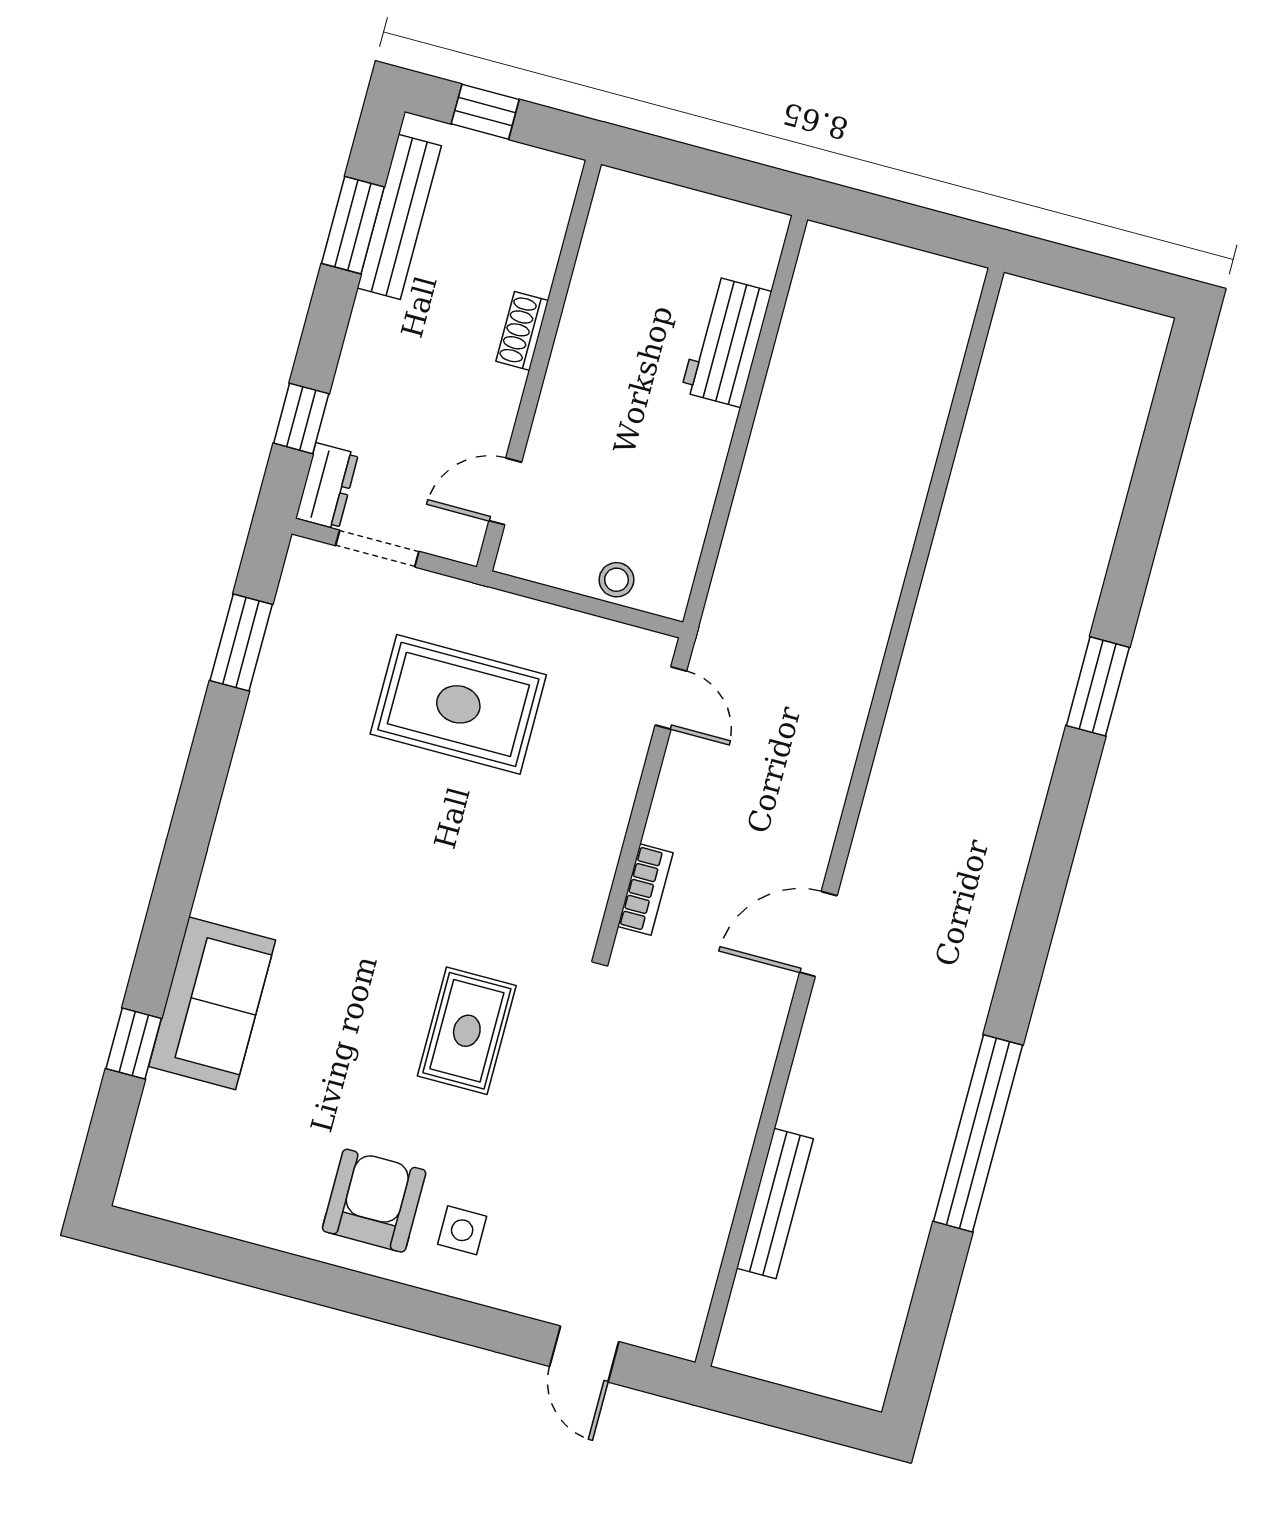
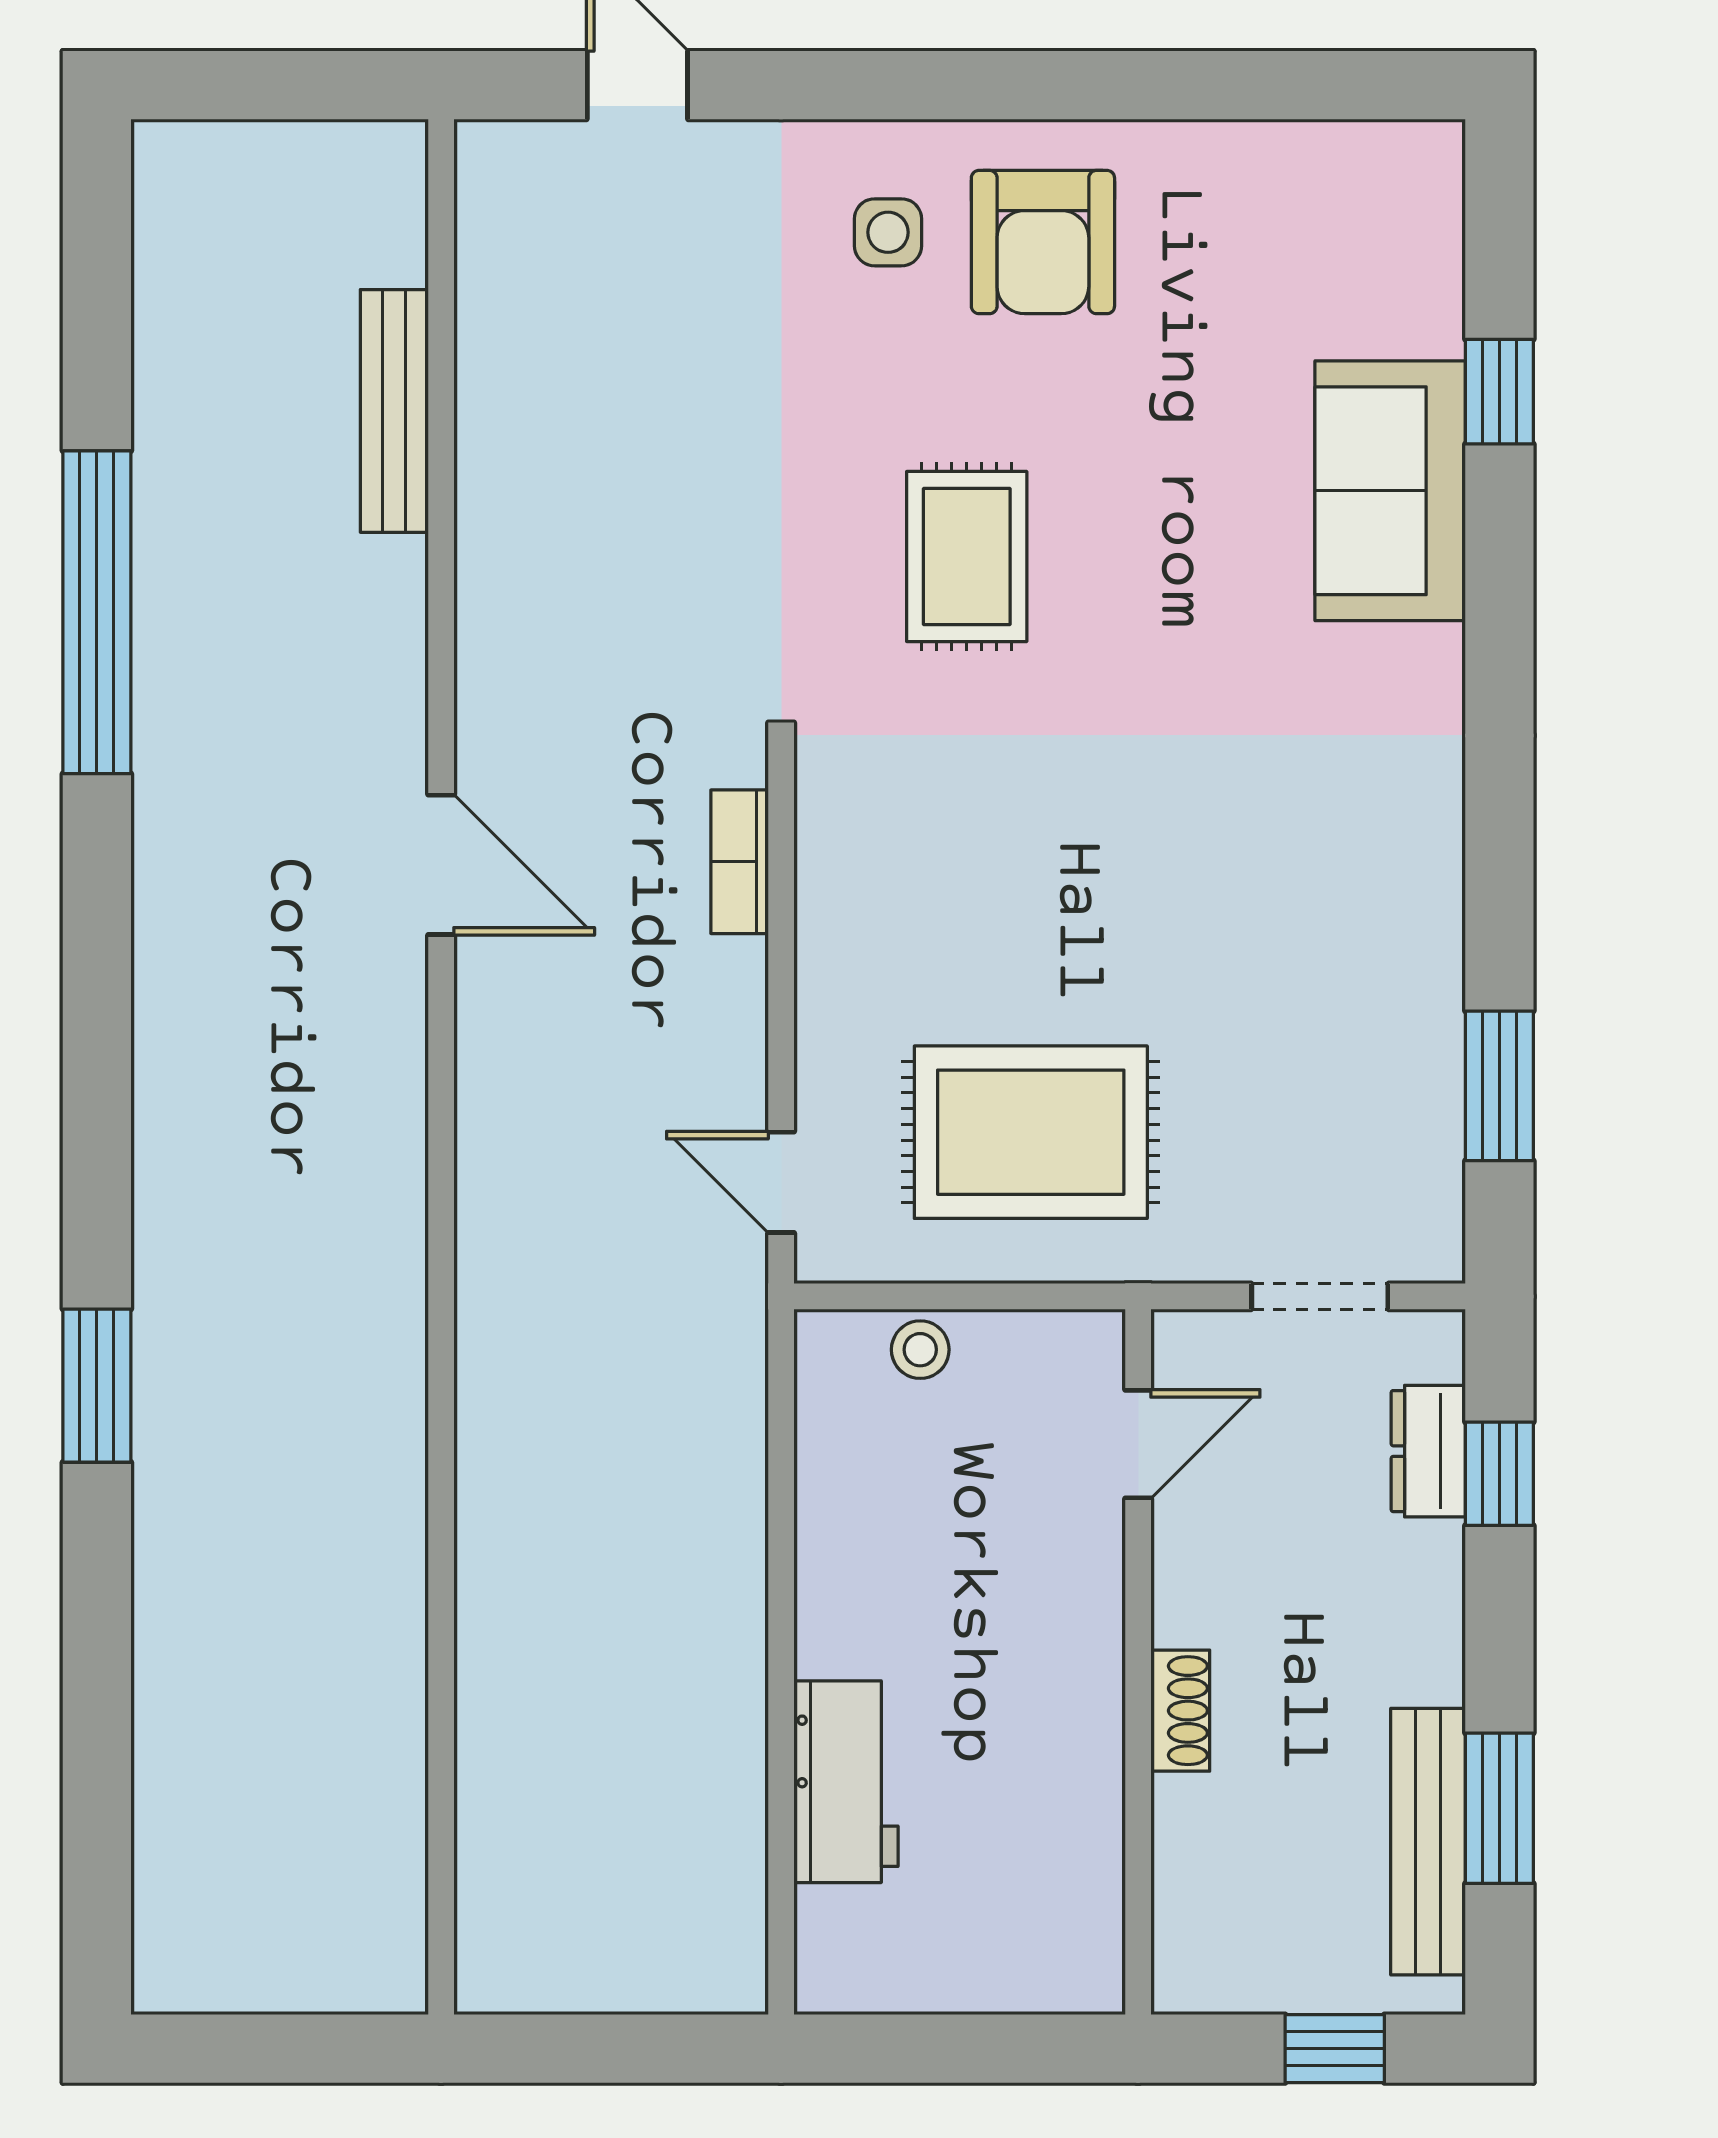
dresser: (327, 486) -> (1428, 1451), moved
rug: (458, 704) -> (1031, 1132), moved
door: (818, 934) -> (441, 865), hinge flipped

